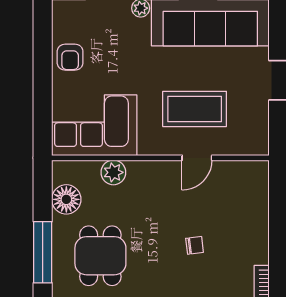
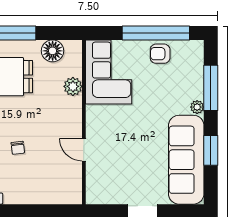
window: (43, 63) -> (156, 33), added
coffee table: (195, 109) -> (121, 148), removed

